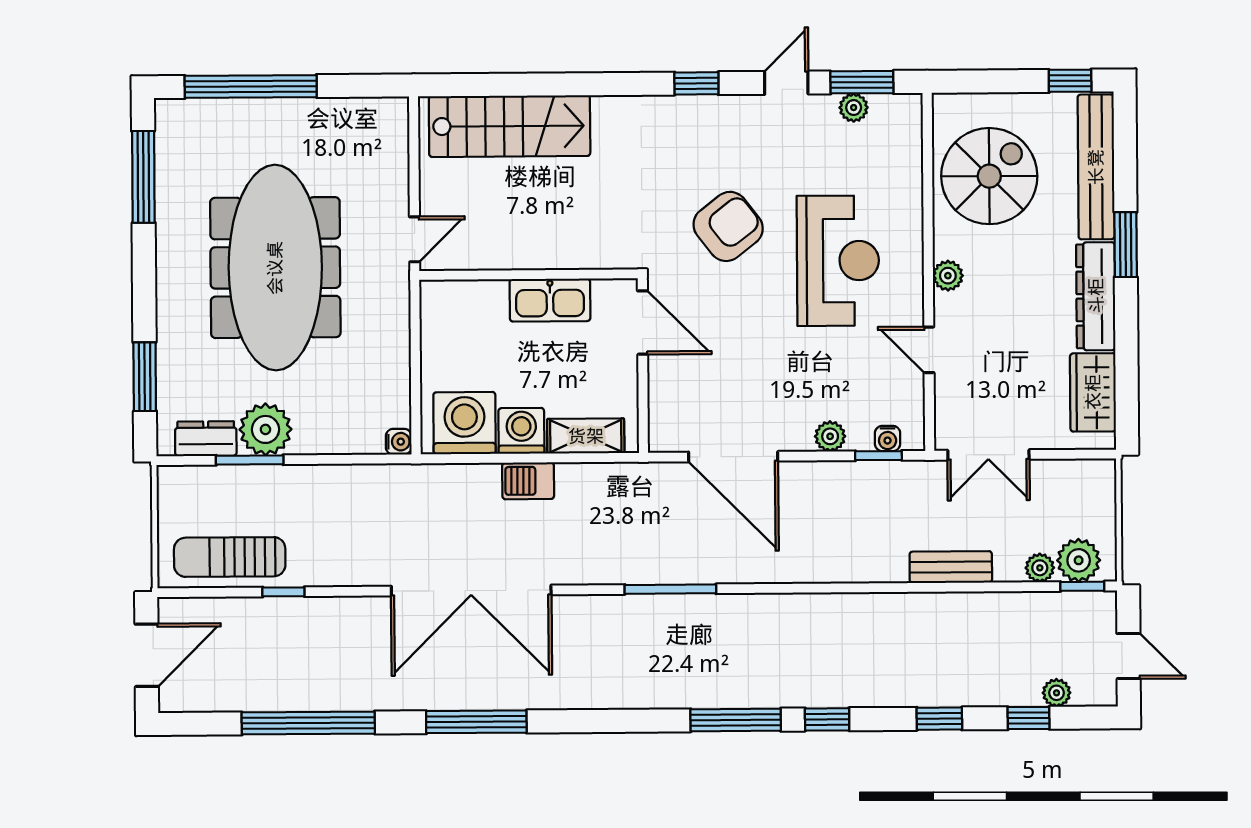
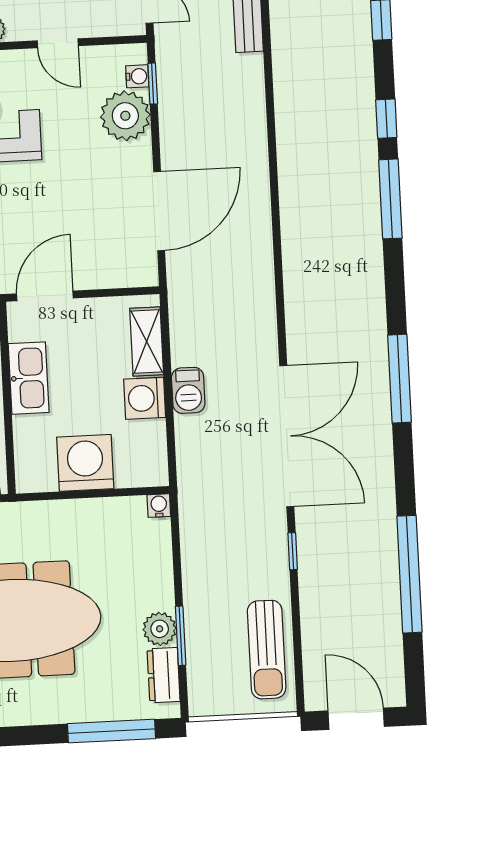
door: (929, 350) -> (58, 43), hinge flipped
window: (145, 377) -> (112, 731), width x1.44
washing machine: (464, 423) -> (85, 463), moved, turned 90
plant: (265, 429) -> (160, 629), width x0.73, depth x0.73
plant: (830, 436) -> (125, 116), width x1.88, depth x1.88
window: (670, 589) -> (278, 261), removed
window: (283, 592) -> (293, 551), moved
window: (476, 722) -> (399, 379), moved

